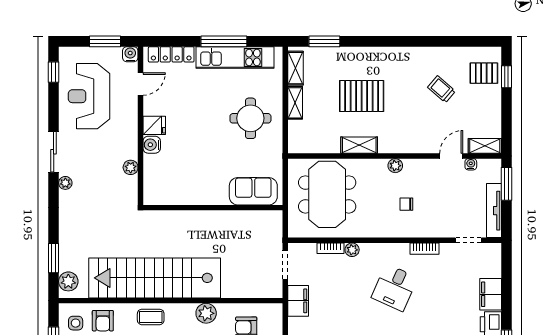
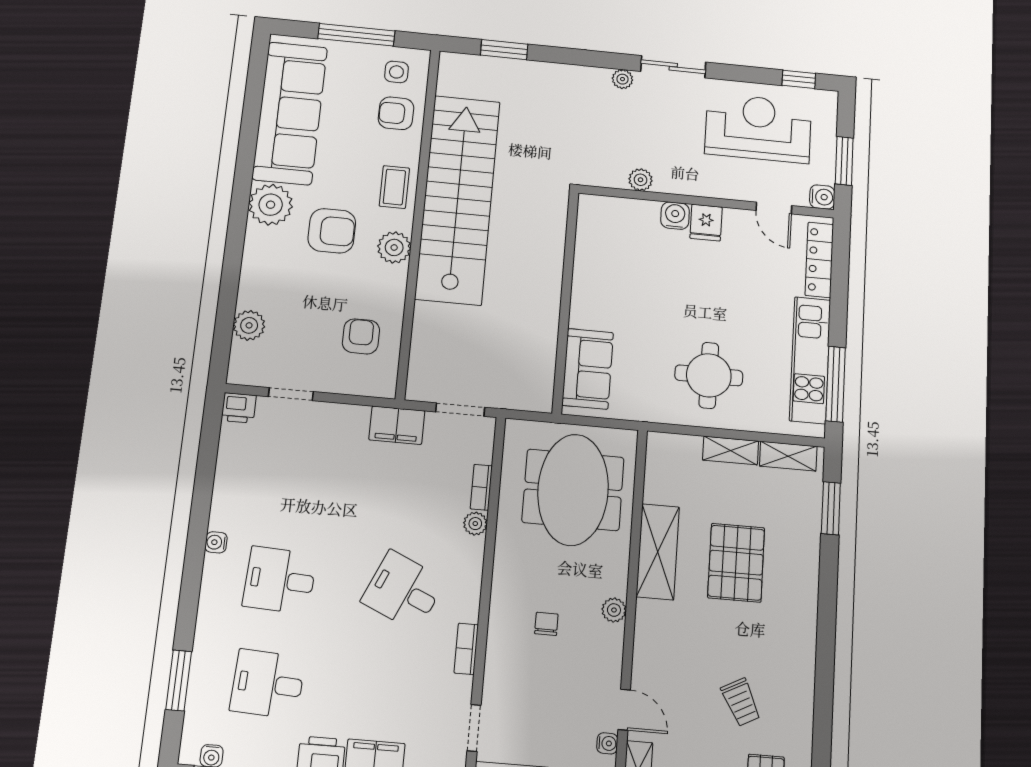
window: (224, 41) -> (836, 384), moved
trolley: (442, 89) -> (741, 702), turned 112
shelving: (359, 145) -> (658, 552), width x1.50, depth x1.33
meeting table: (327, 194) -> (573, 490), turned 90
plant: (68, 281) -> (465, 68), removed
plant: (206, 313) -> (394, 247), moved

